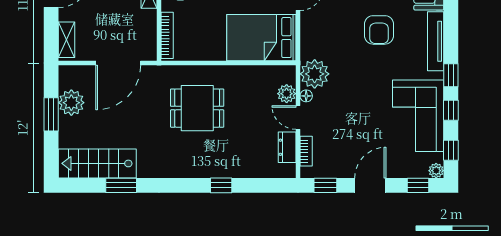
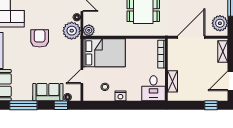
armchair: (379, 30) -> (40, 38), moved
plant: (287, 94) -> (89, 30), moved
plant: (71, 103) -> (220, 23), moved

